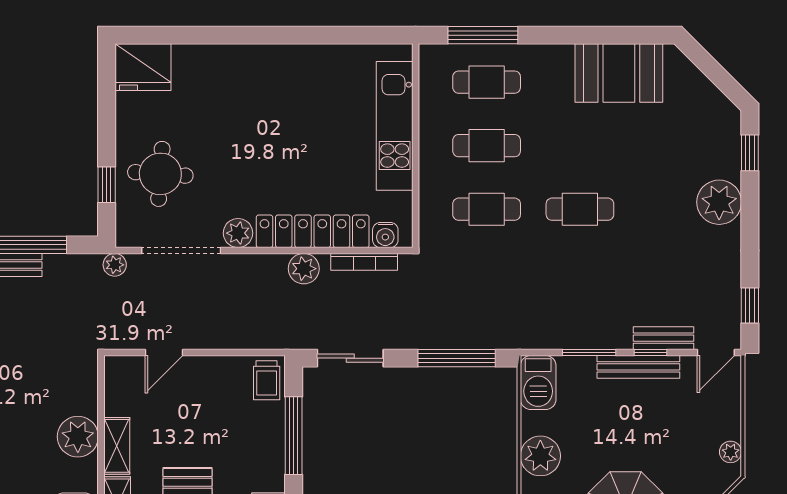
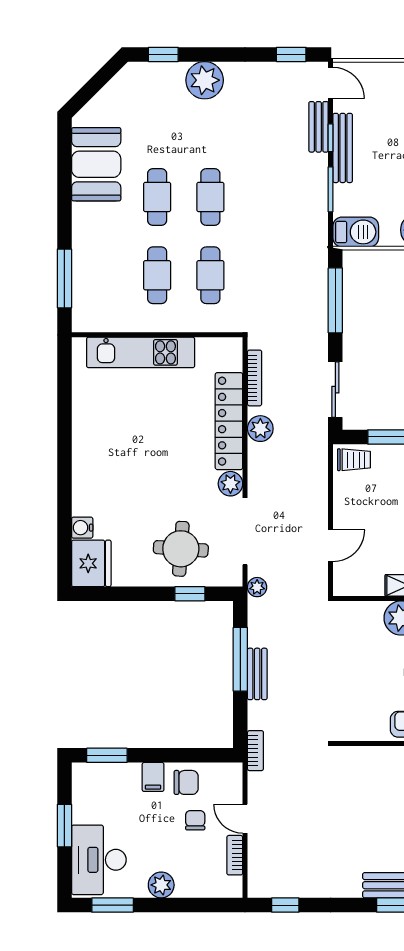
cafe table: (487, 82) -> (157, 197), moved
water cooler: (385, 235) -> (82, 528), moved, turned 180
door: (164, 352) -> (331, 546), hinge flipped

